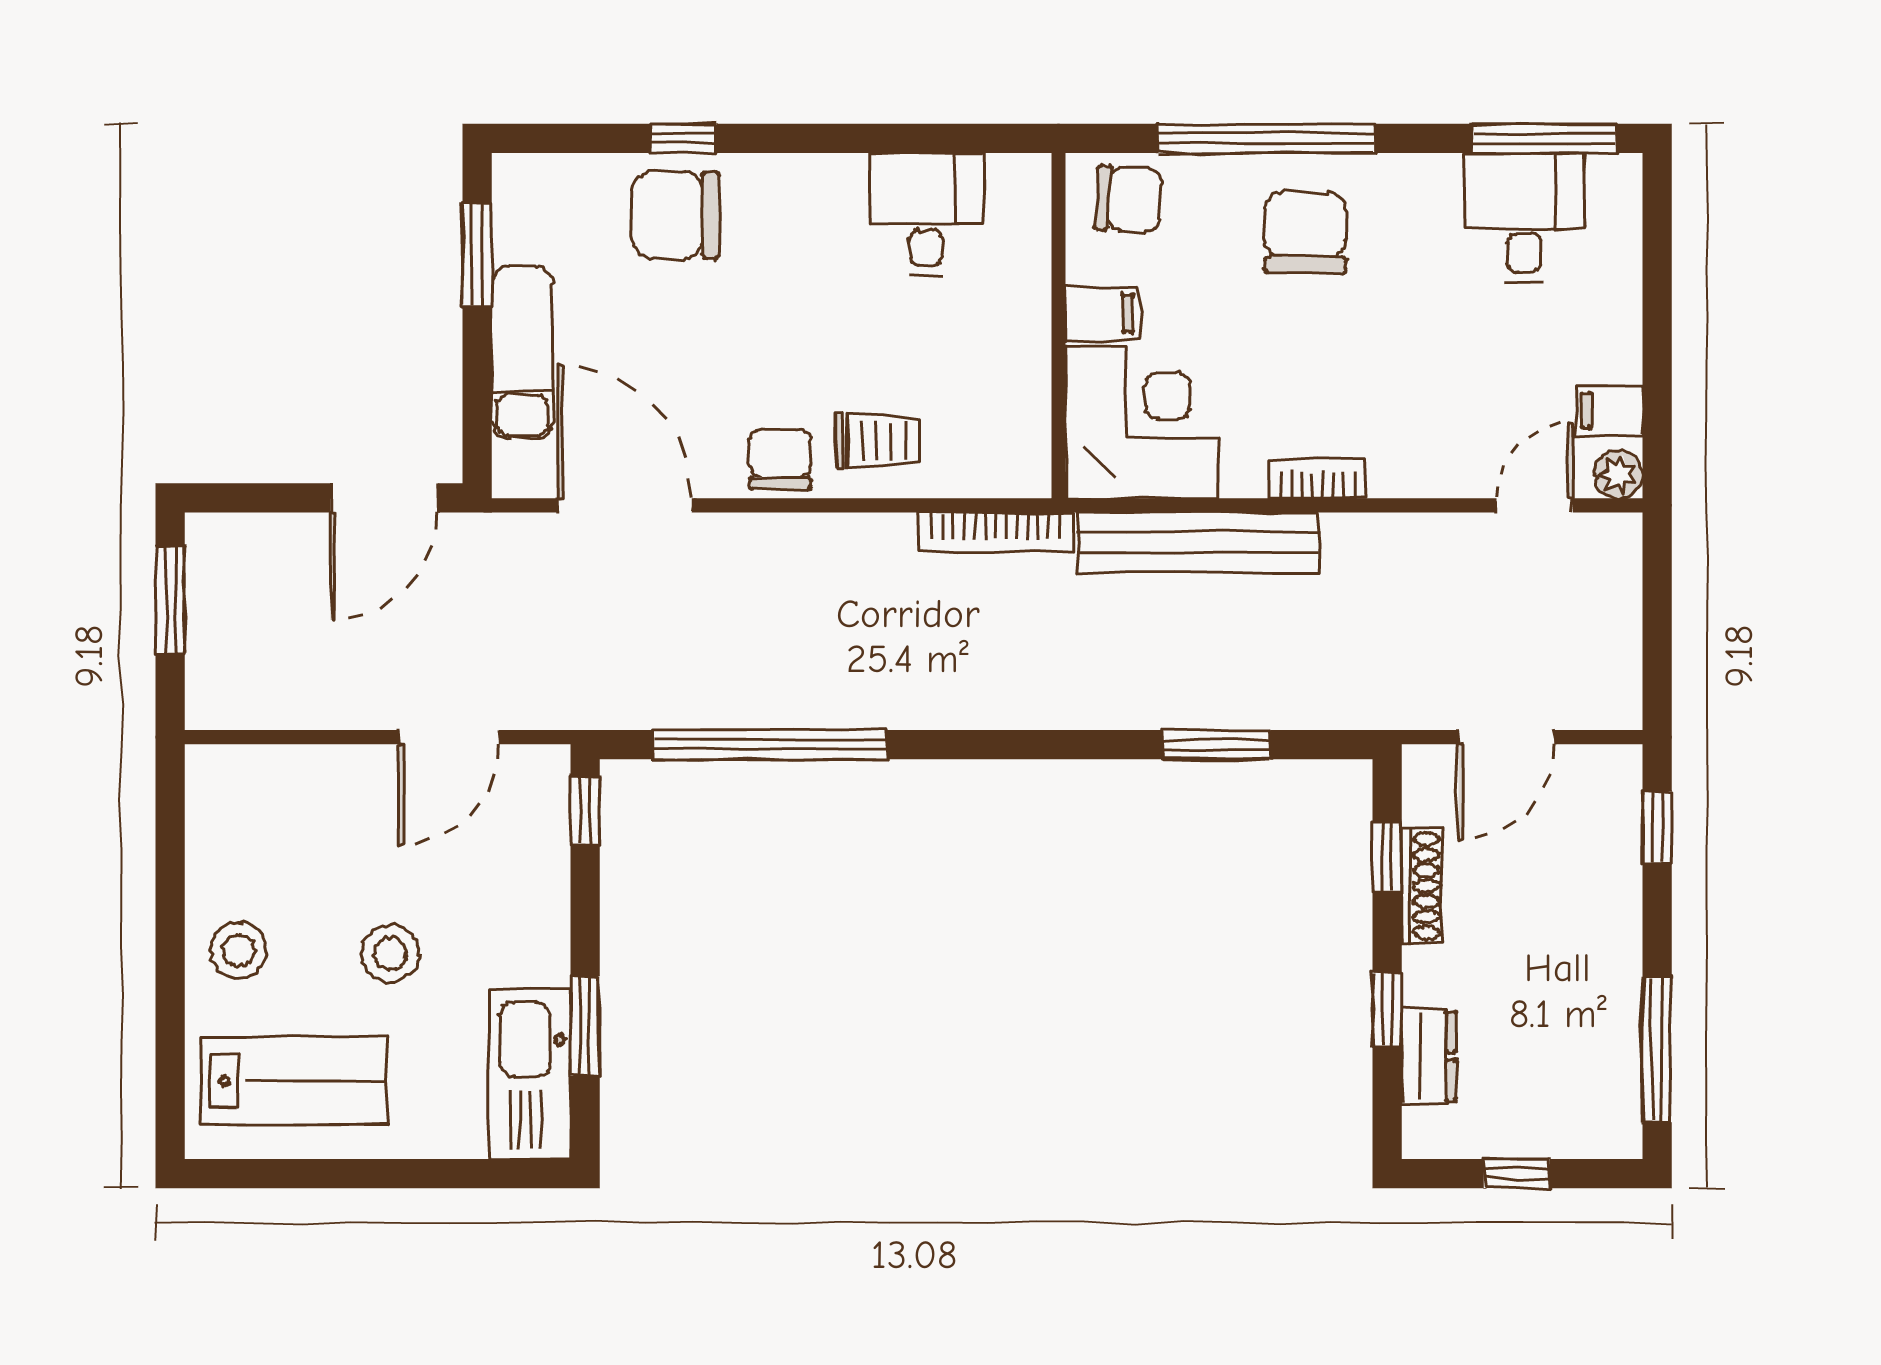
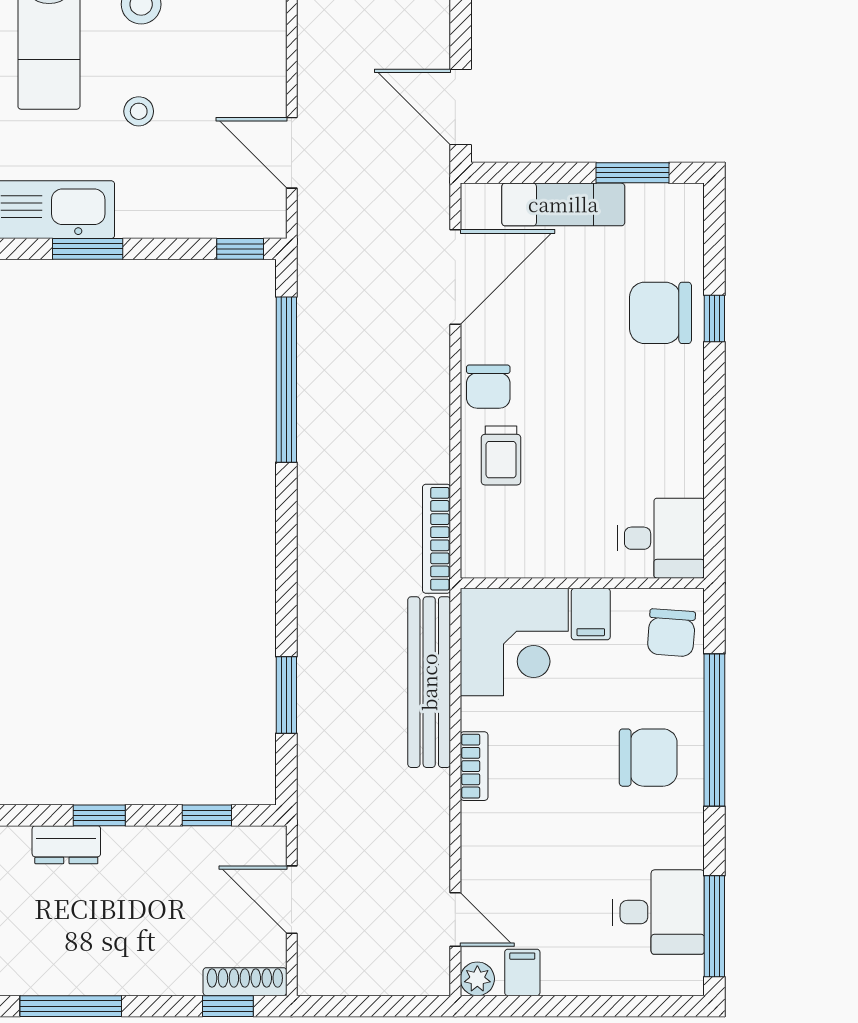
desk: (926, 214) -> (661, 538), moved
chair: (676, 215) -> (660, 313), turned -90
chair: (780, 459) -> (488, 387), turned 90
shoe rack: (1422, 886) -> (245, 982), moved, turned 180
stool: (390, 954) -> (139, 111), width x0.73, depth x0.73

